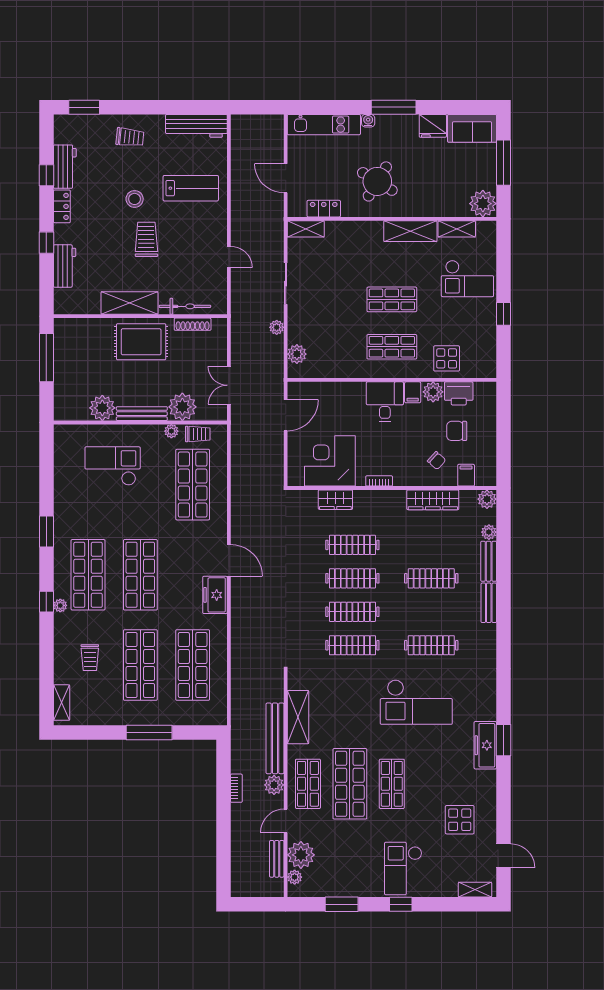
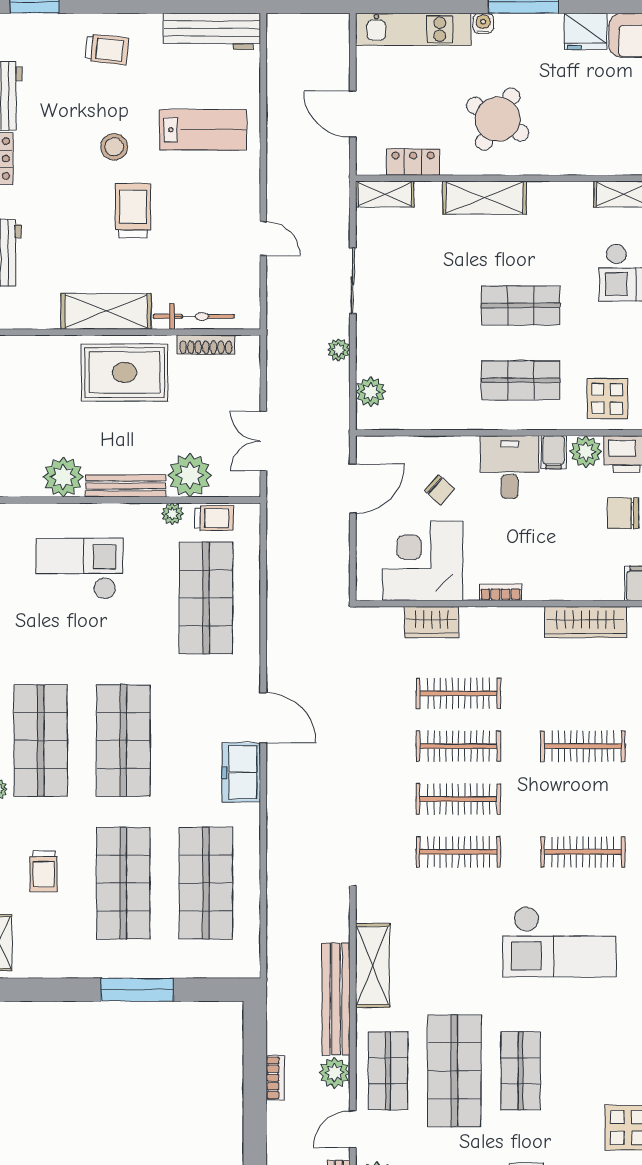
shelving: (410, 231) -> (484, 198), moved
chair: (437, 461) -> (440, 490), moved

